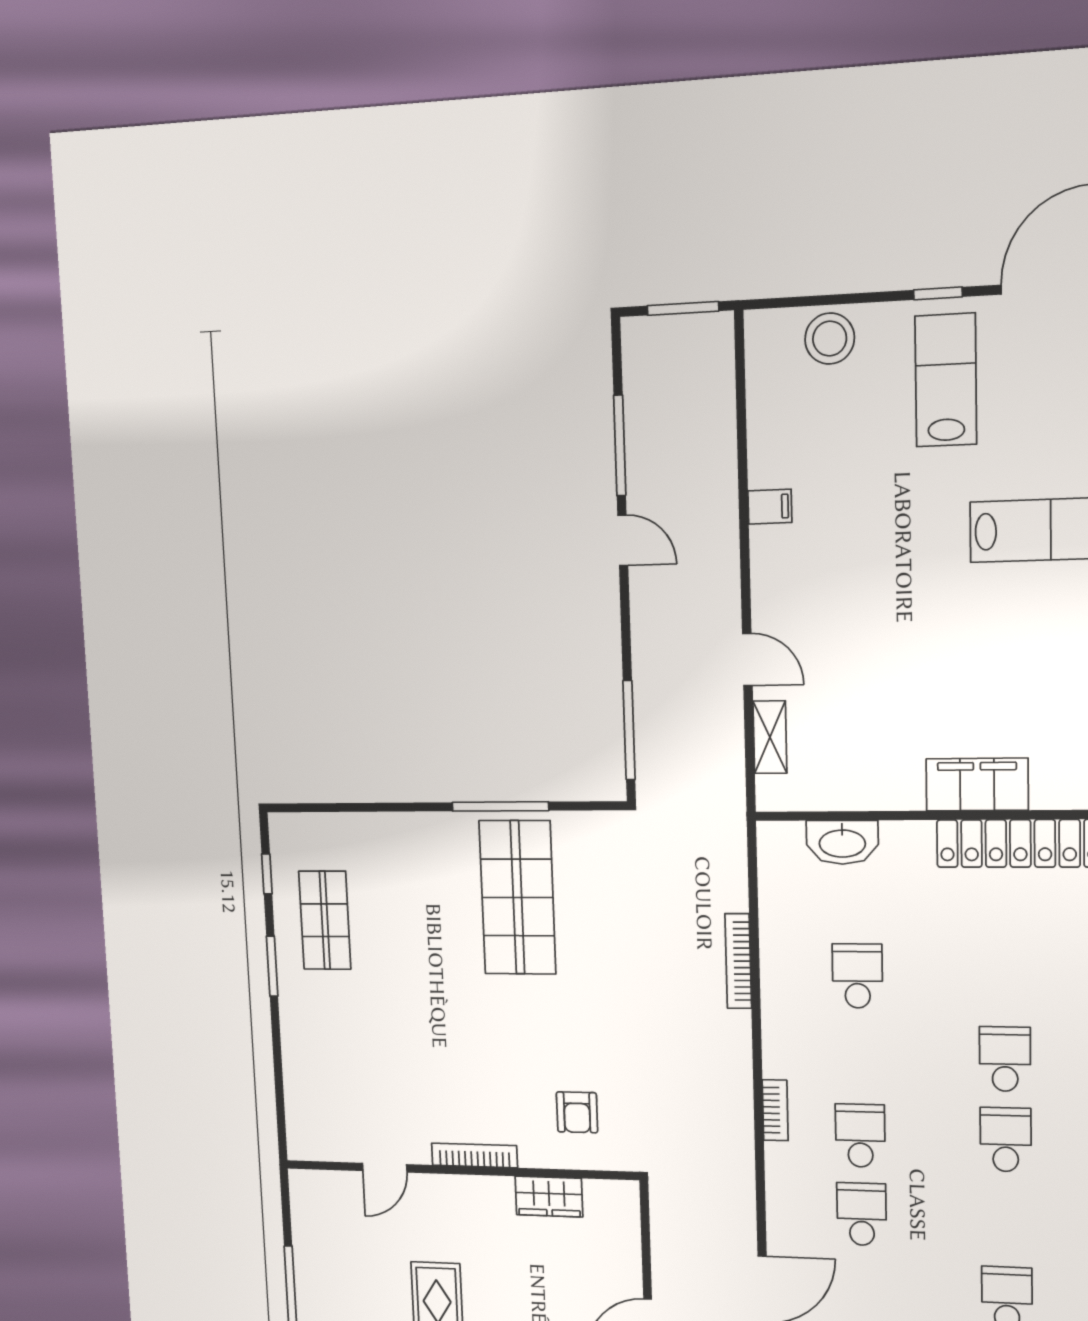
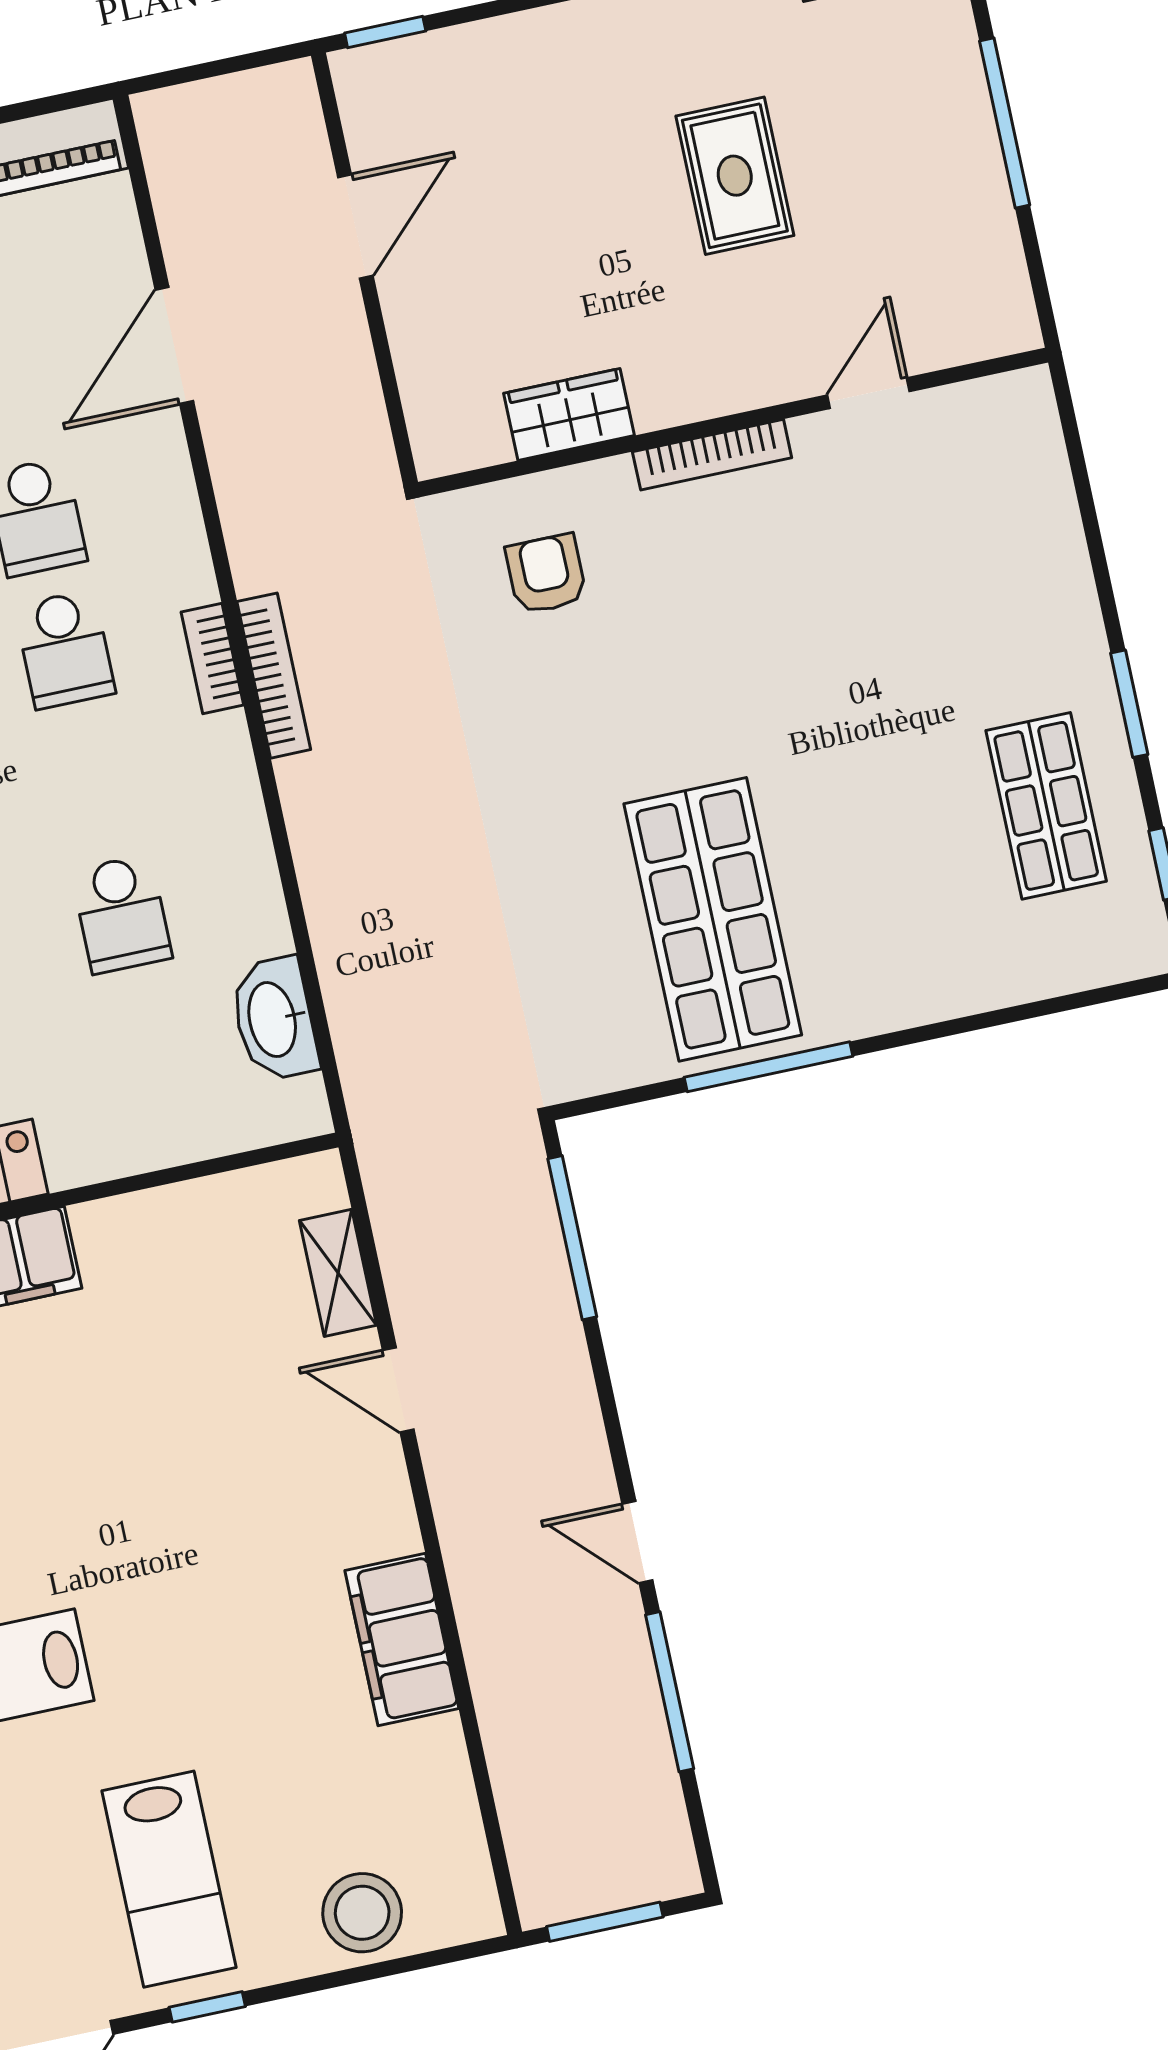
filing cabinet: (770, 507) -> (402, 1639), width x3.00, depth x1.17
washbasin: (842, 842) -> (274, 1019), moved, turned -90
bookcase: (738, 961) -> (274, 676), moved

